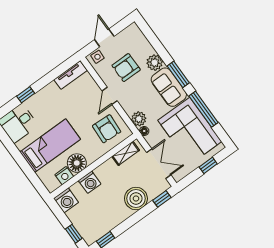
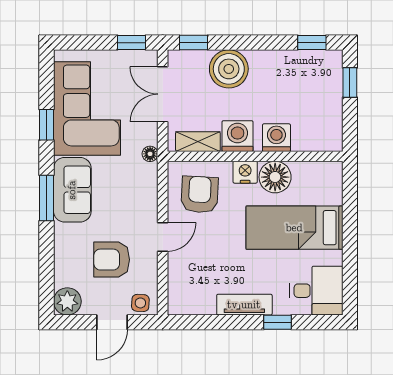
plant: (155, 63) -> (67, 301), moved
armchair: (126, 68) -> (112, 260), turned 180
tv unit: (71, 75) -> (244, 305), moved
window: (203, 109) -> (46, 125), width x0.46
plant: (139, 119) -> (145, 176), removed
window: (208, 165) -> (132, 43), moved
nightstand: (64, 176) -> (245, 172), moved
washing machine: (66, 200) -> (238, 136), moved

